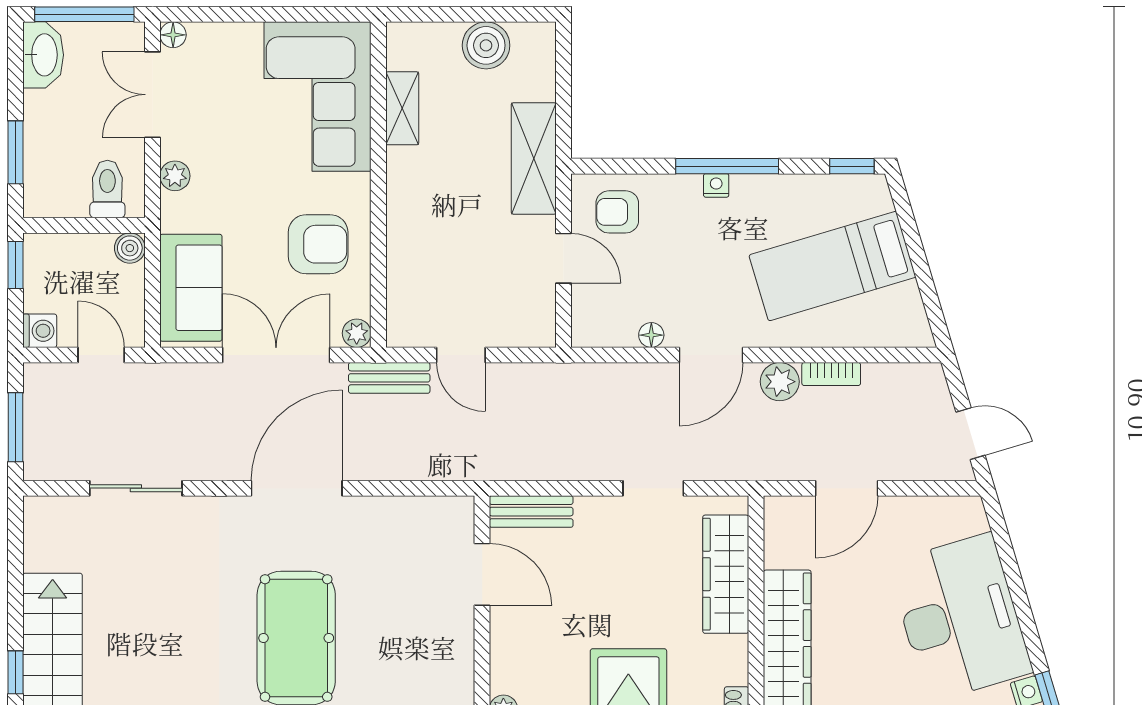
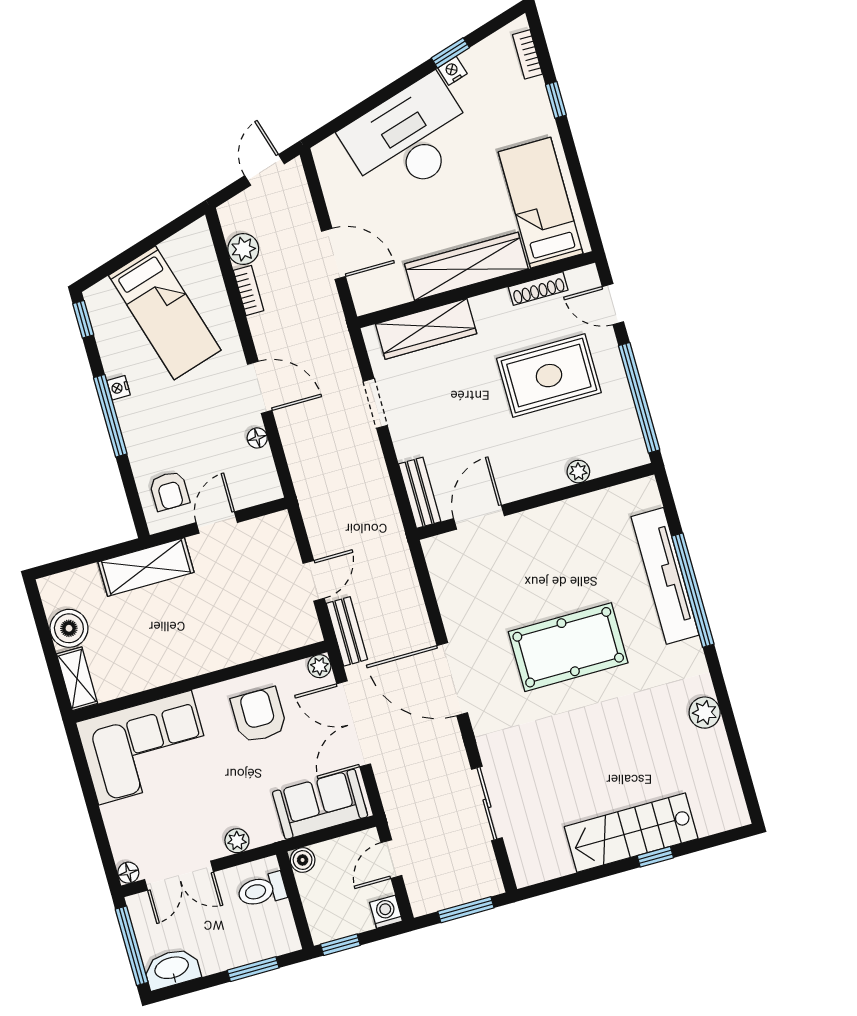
shelving: (402, 108) -> (77, 679), moved, turned 90
nightstand: (716, 185) -> (118, 388), moved
plant: (780, 382) -> (243, 249), moved

